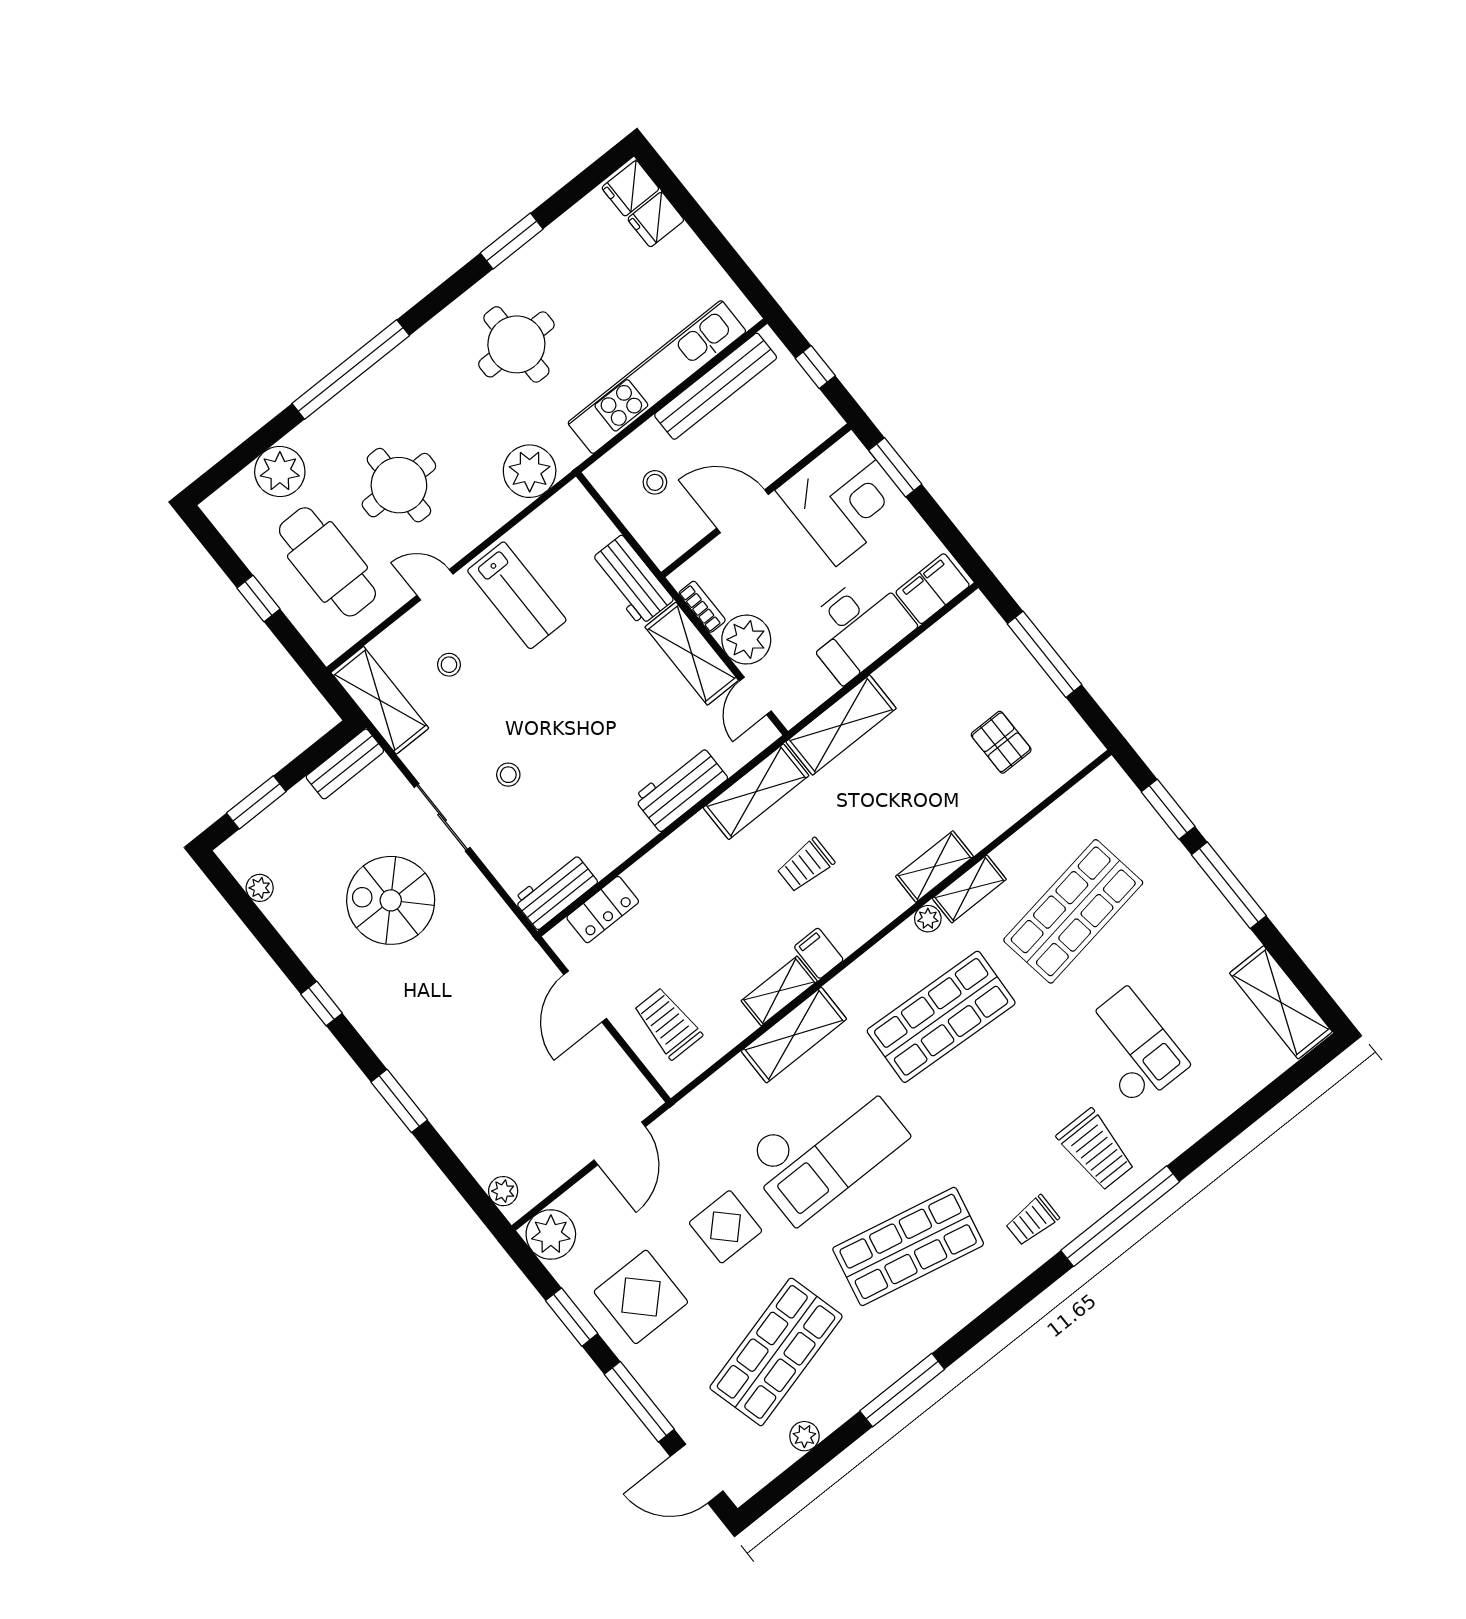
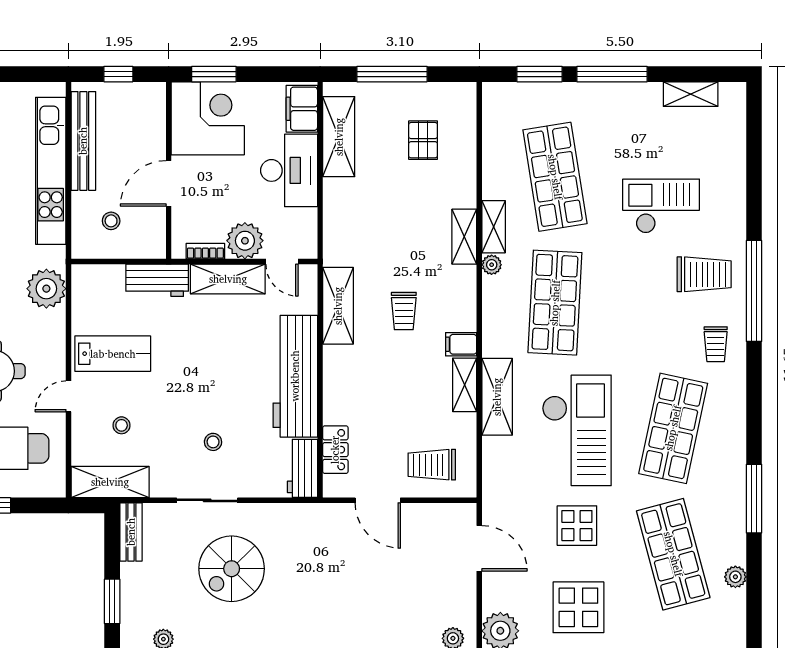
shelving: (841, 725) -> (339, 137), moved
pallet: (1001, 742) -> (423, 140), turned 90
workbench: (681, 788) -> (295, 376), width x1.87, depth x1.32
shelving: (1281, 1002) -> (691, 94), width x0.67, depth x0.75

